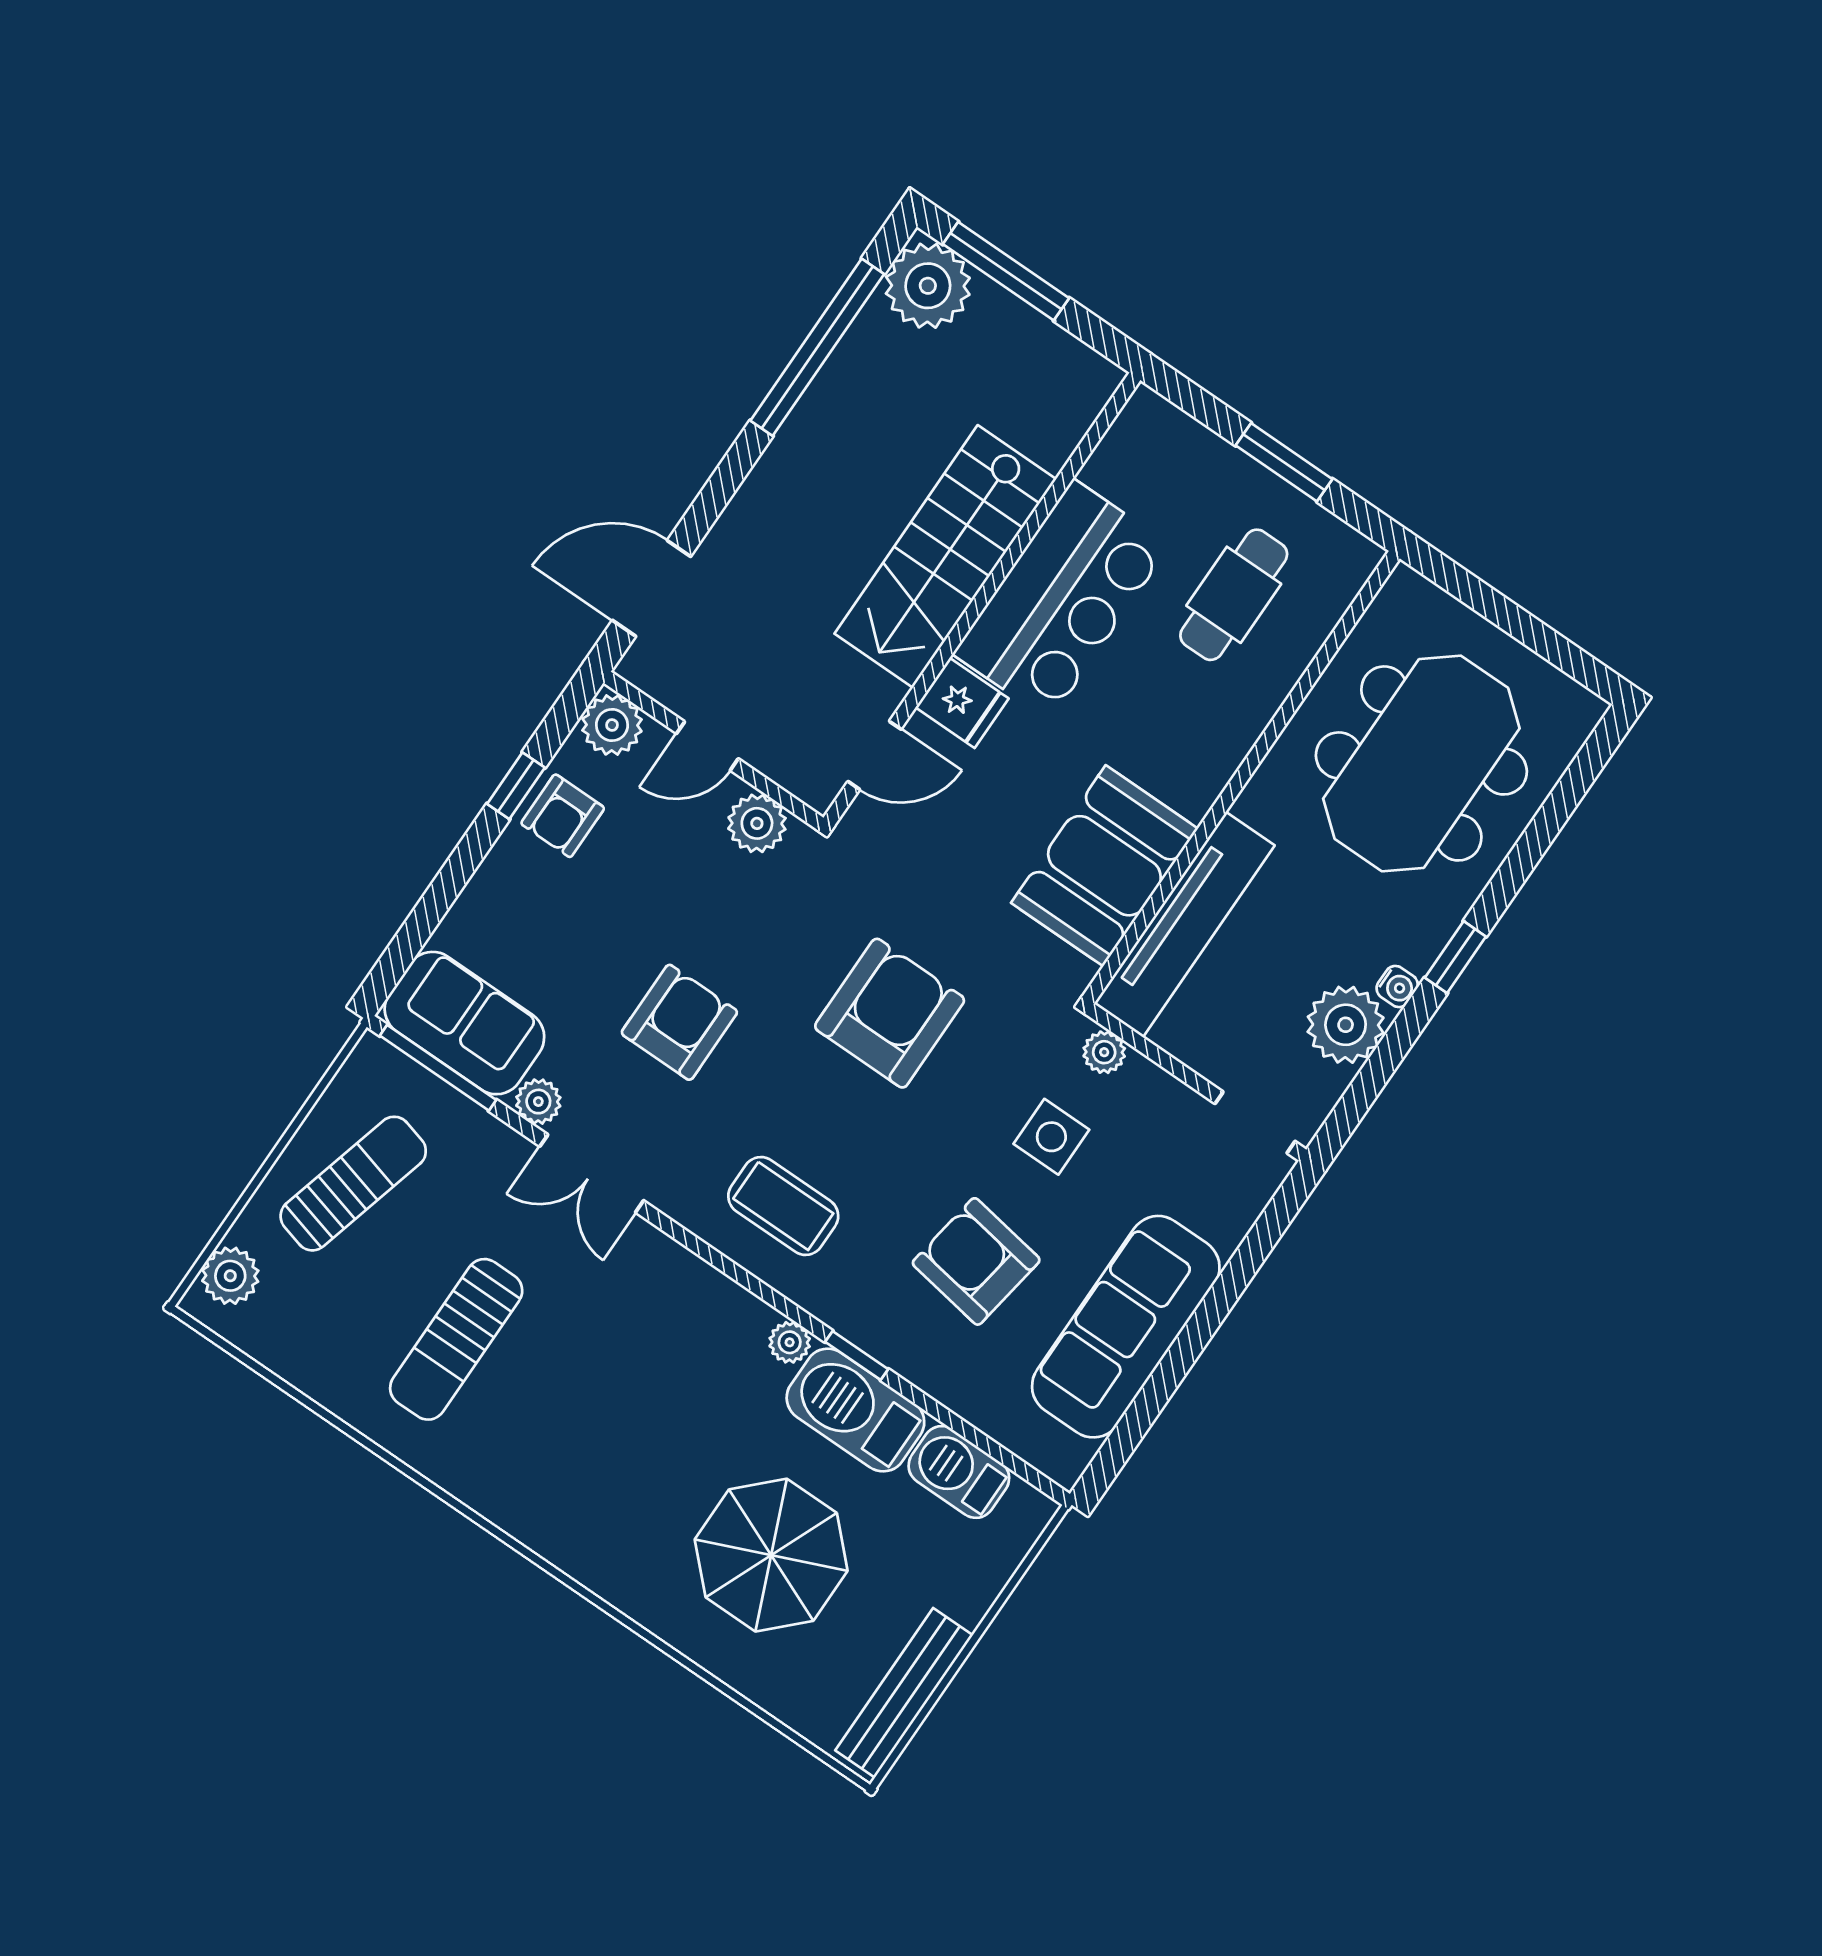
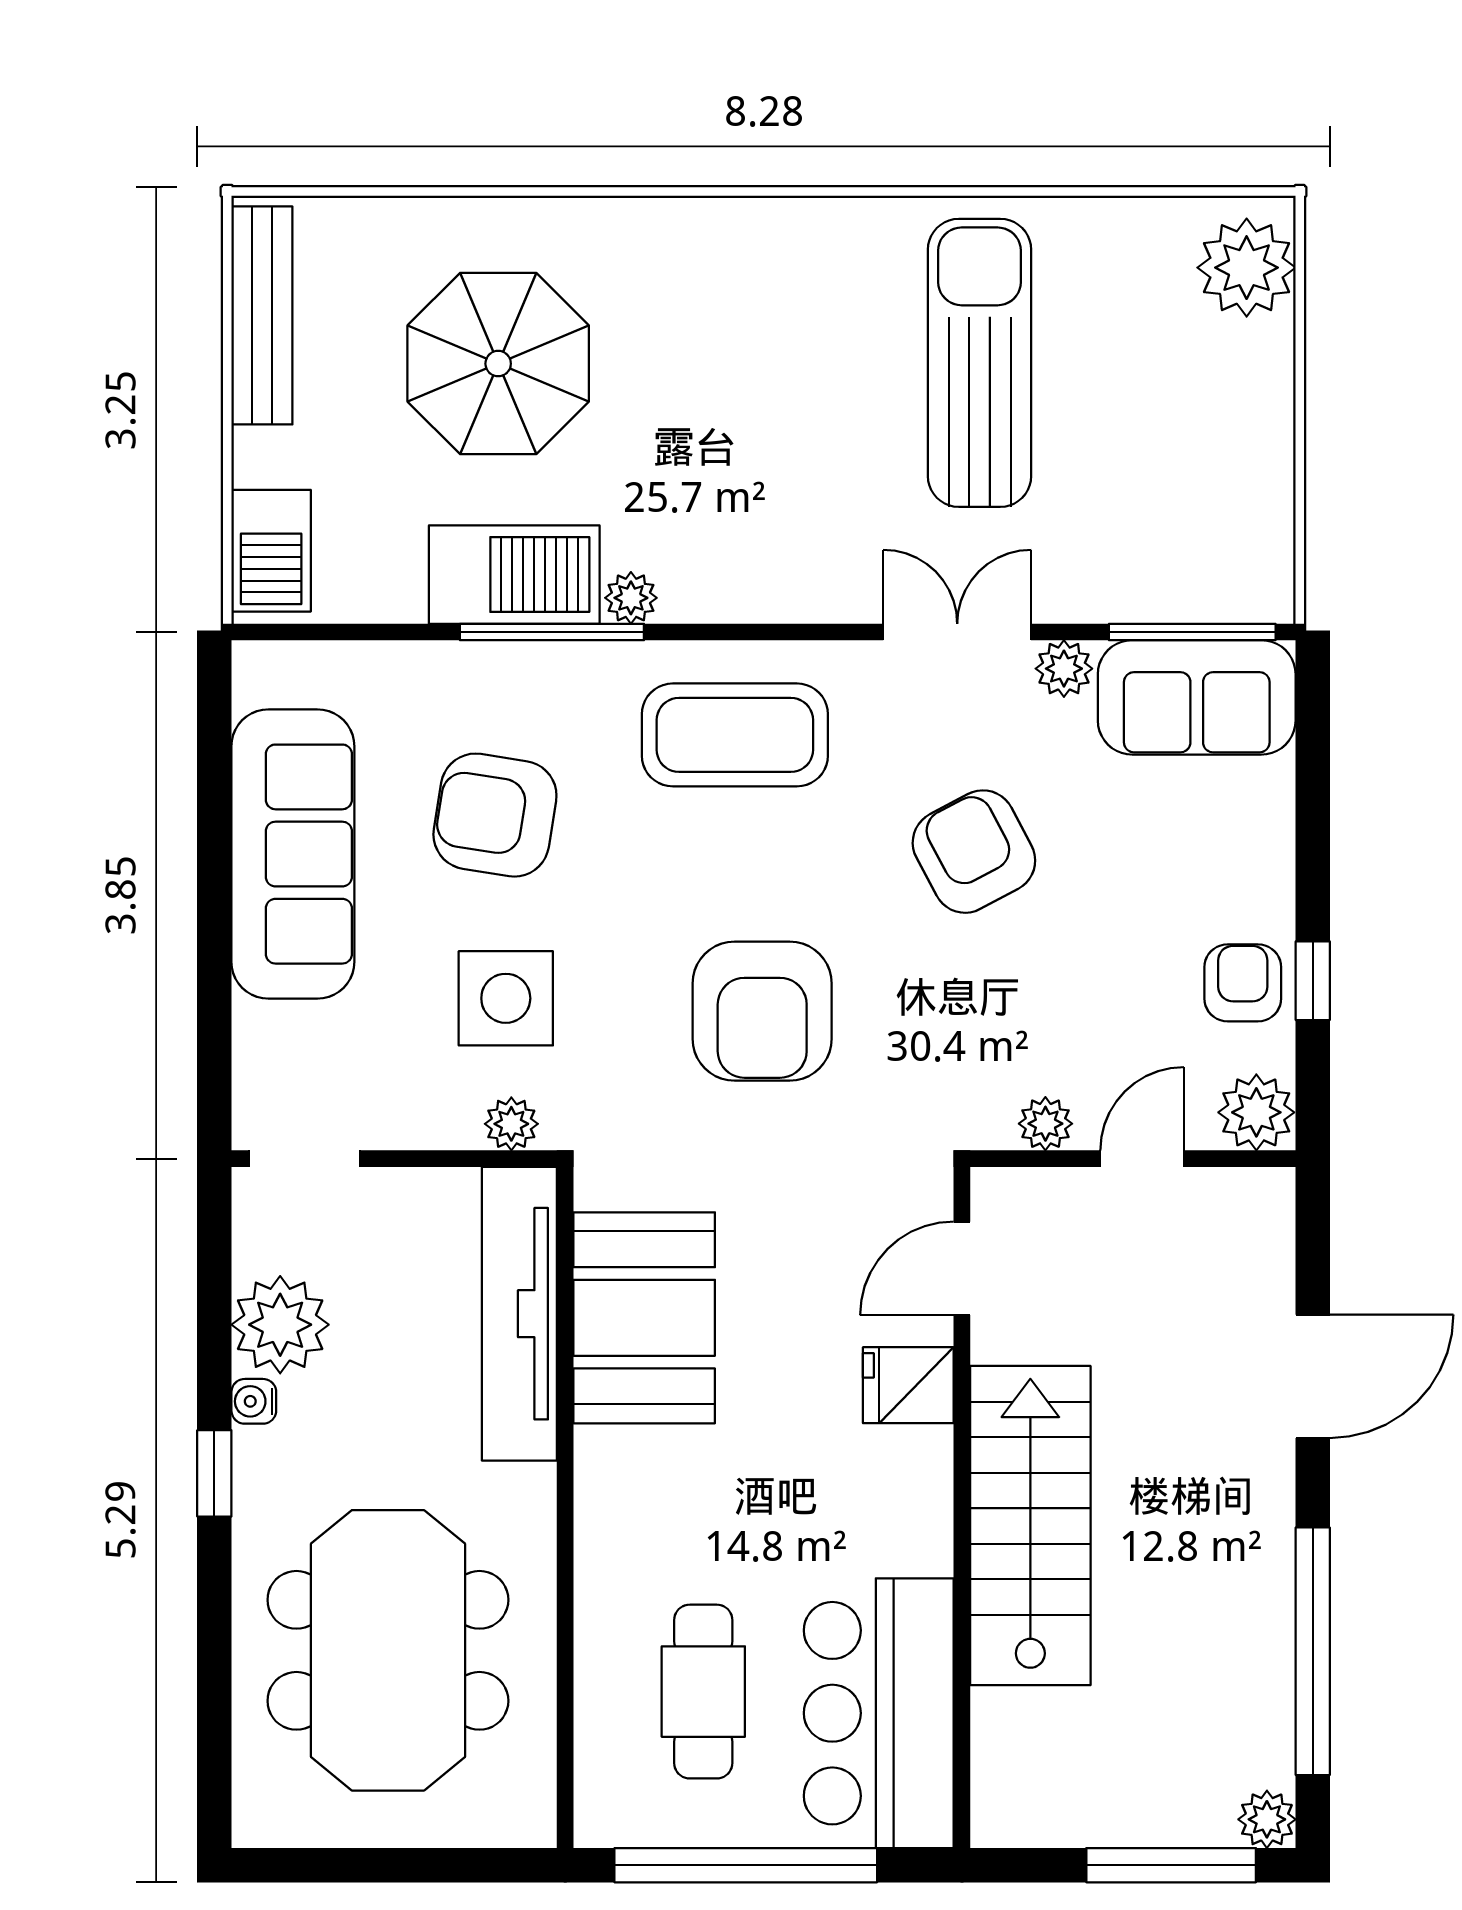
plant: (928, 286) -> (1267, 1819), width x0.53, depth x0.53
window: (1284, 462) -> (746, 1865), width x2.11
door: (652, 588) -> (1313, 1376), moved
bar counter: (1062, 600) -> (879, 1713), moved
plant: (757, 823) -> (1045, 1124), width x0.73, depth x0.73
armchair: (679, 1022) -> (974, 852), turned 152
side table: (1051, 1137) -> (506, 998), width x1.37, depth x1.37
sun lounger: (353, 1184) -> (1198, 451), removed
coffee table: (783, 1206) -> (735, 735), width x1.36, depth x1.32
armchair: (976, 1261) -> (495, 815), turned 180
plant: (230, 1276) -> (1247, 268), width x1.36, depth x1.36
sun lounger: (456, 1339) -> (980, 363), width x1.36, depth x1.34
window: (857, 1355) -> (552, 632), width x2.17
barbecue: (959, 1472) -> (271, 551), moved, turned 90

